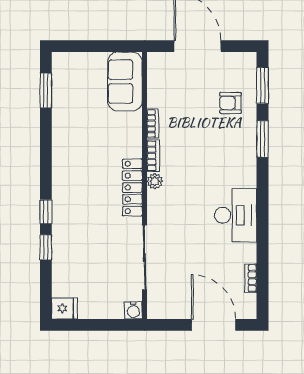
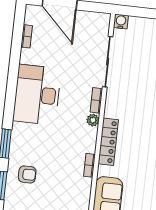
bookcase: (153, 156) -> (96, 100), moved
locker: (132, 187) -> (108, 142), moved
desk: (236, 215) -> (37, 95), width x1.36, depth x1.30

